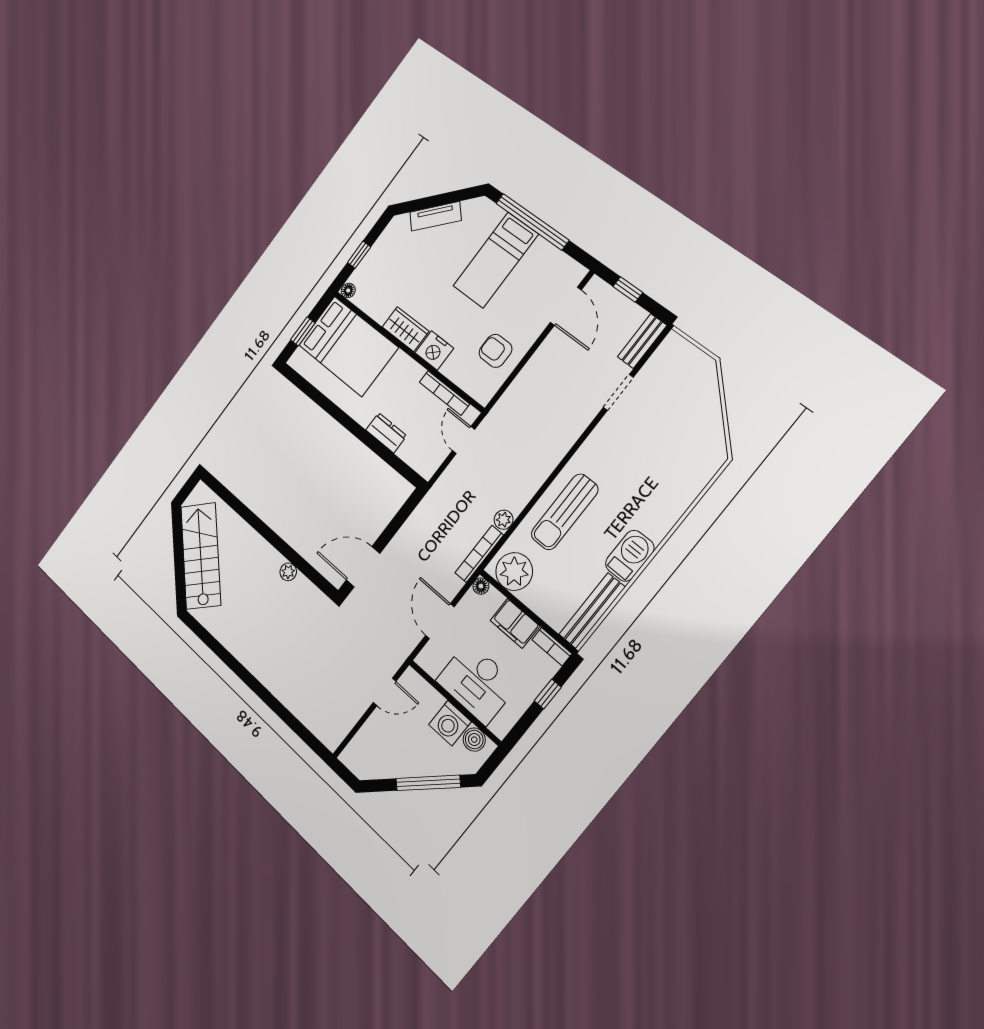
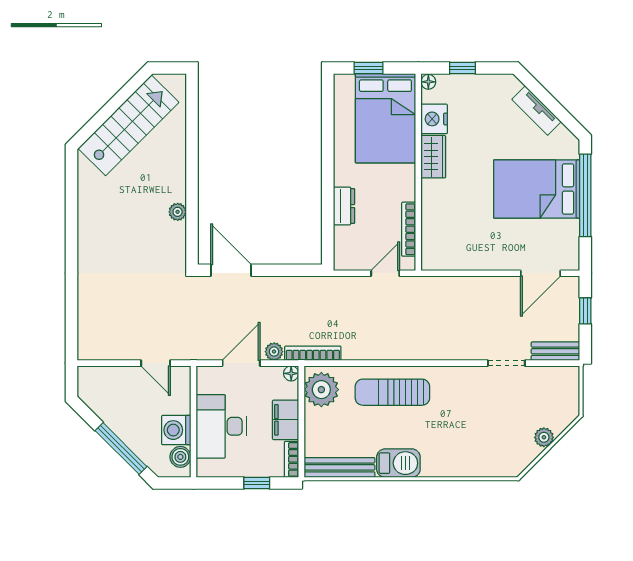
bed: (496, 260) -> (537, 189), width x1.50
nightstand: (434, 351) -> (434, 119), moved
armchair: (495, 351) -> (469, 245), removed
plant: (711, 407) -> (544, 437), added
plant: (504, 520) -> (274, 352), moved

